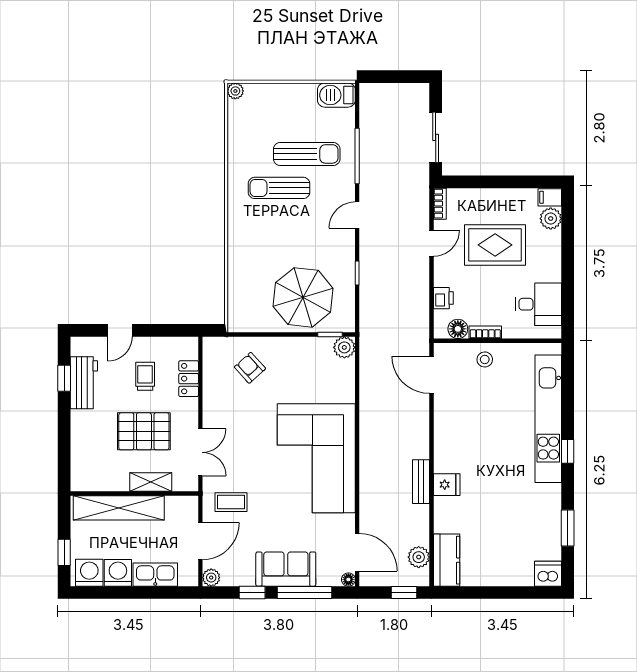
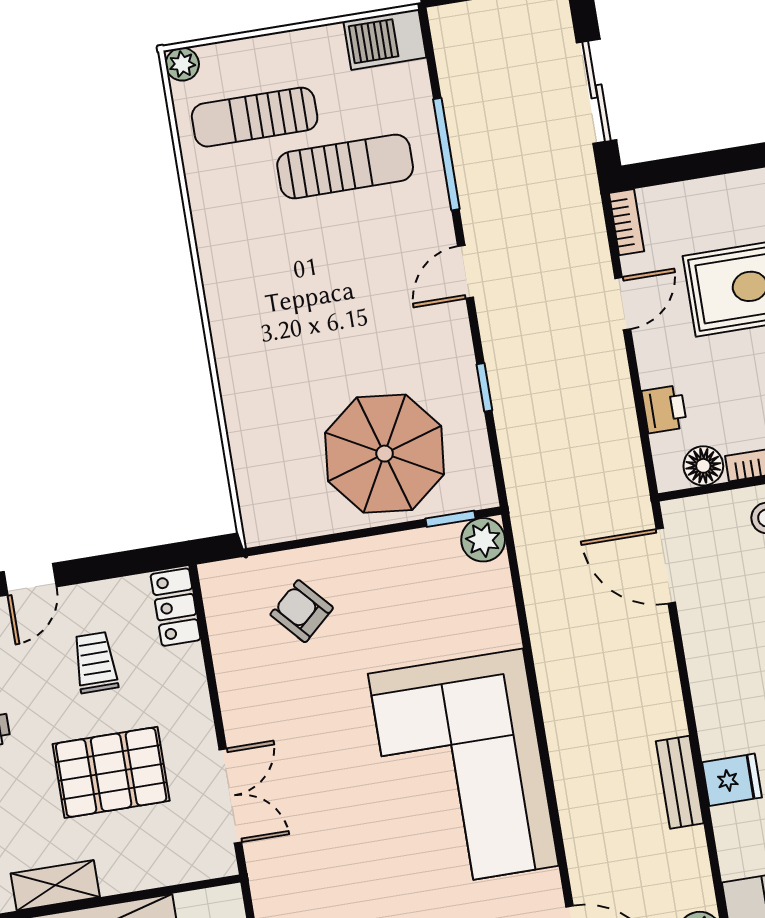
sun lounger: (279, 188) -> (255, 117), moved
locker: (189, 379) -> (176, 607), moved
shelving: (151, 482) -> (55, 885), moved
coffee table: (231, 502) -> (308, 885), removed

